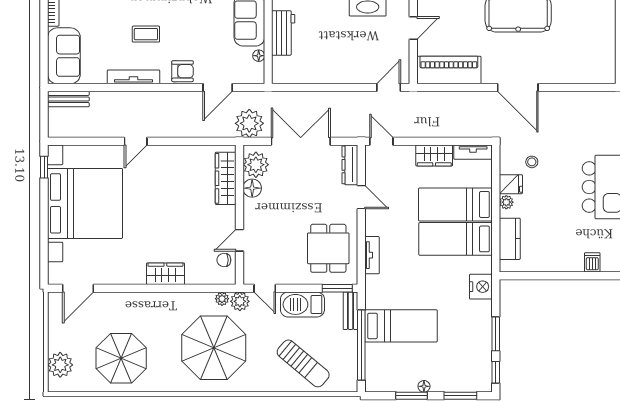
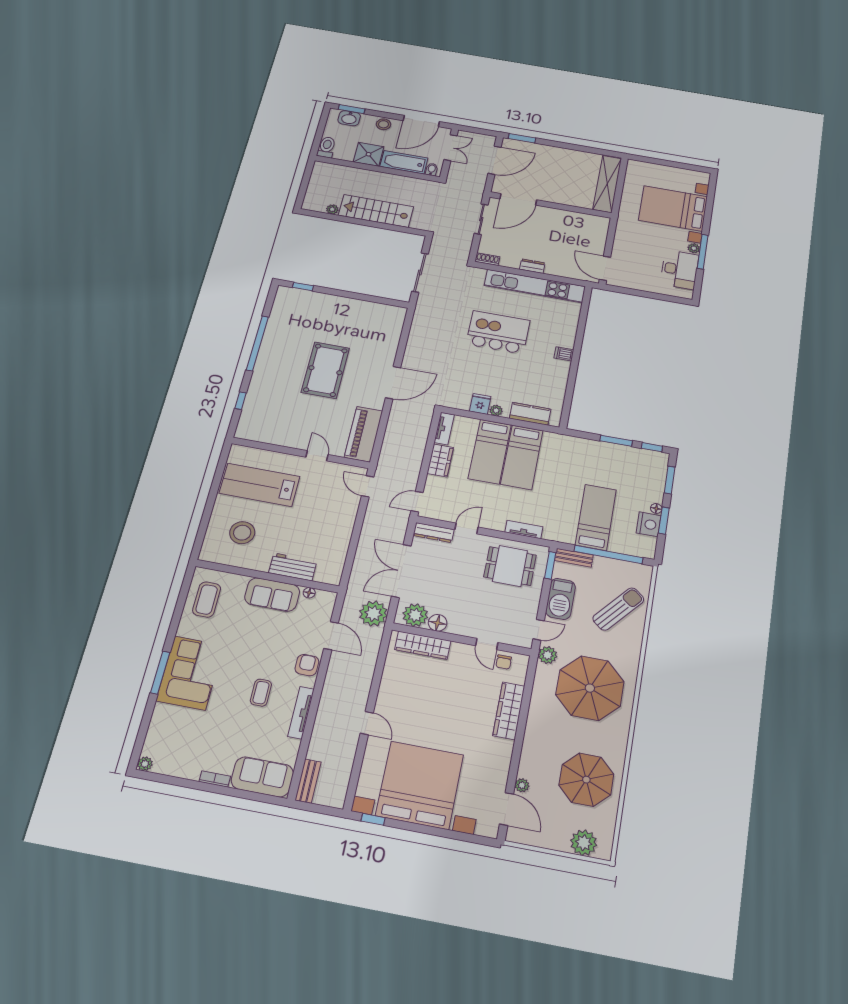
stool: (532, 162) -> (463, 384), removed
wardrobe: (165, 274) -> (509, 711), width x1.50
nightstand: (481, 287) -> (649, 524), moved, turned 90
plant: (222, 299) -> (522, 785), moved

